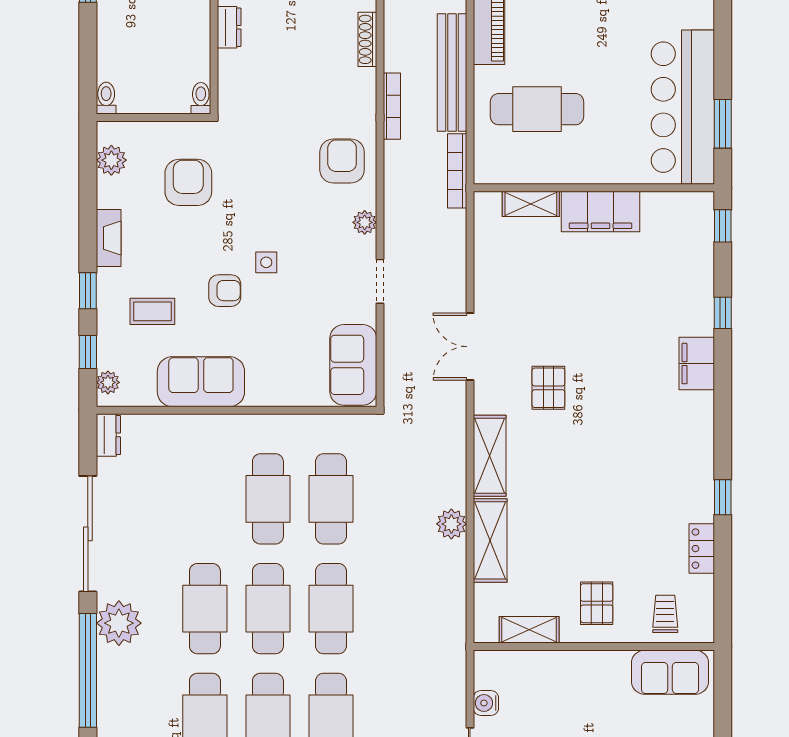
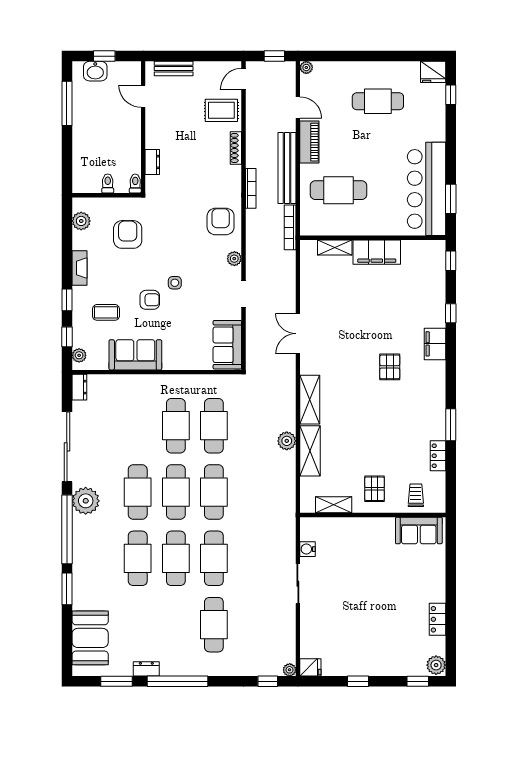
dresser: (229, 27) -> (152, 162), moved
toilet: (106, 98) -> (108, 183), moved
pallet: (548, 388) -> (390, 367), moved
window: (723, 497) -> (451, 425), width x1.50

